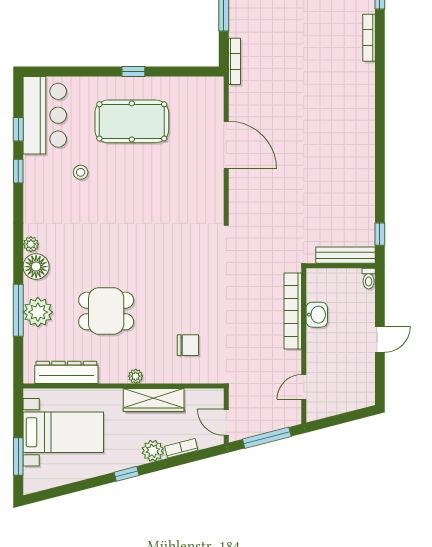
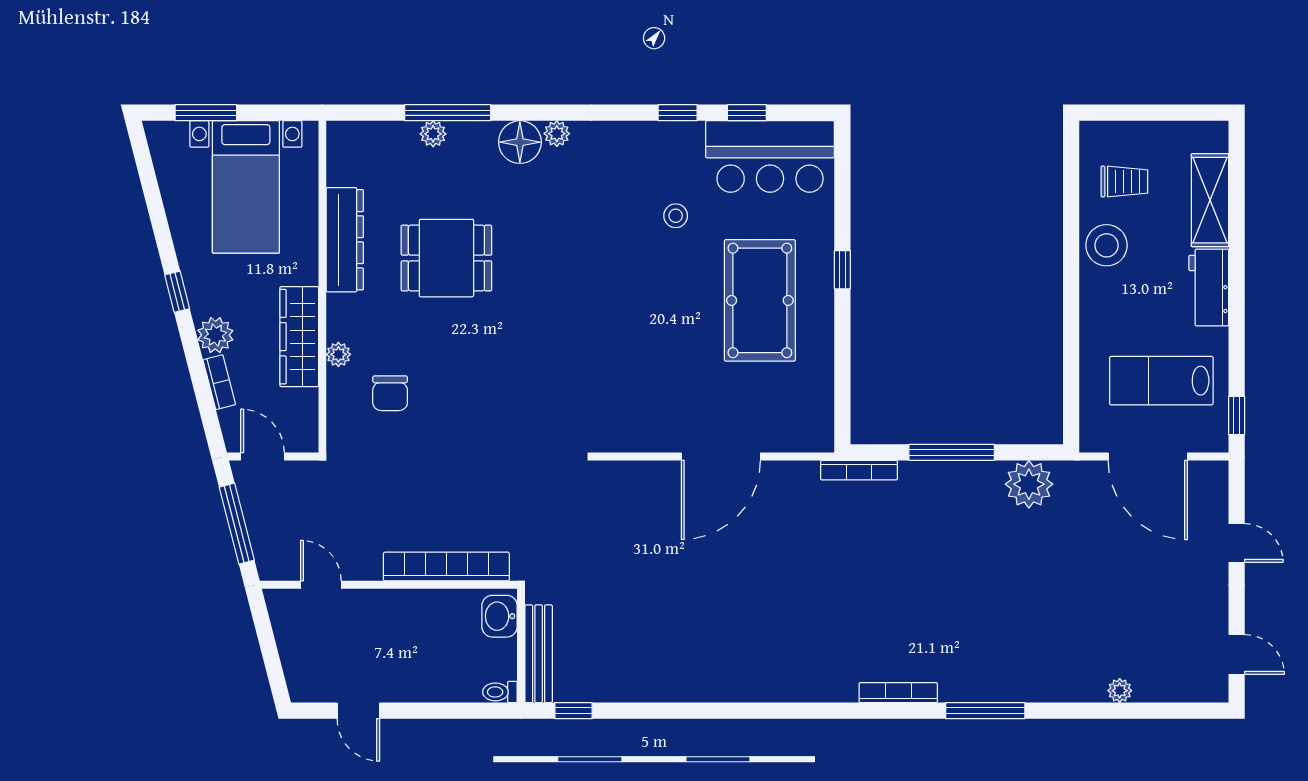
window: (133, 71) -> (842, 270), moved
dining table: (106, 311) -> (446, 258), turned 90
plant: (38, 312) -> (433, 134), width x0.53, depth x0.53
washbasin: (317, 315) -> (500, 616), moved, turned 90
door: (380, 339) -> (358, 711), moved
dresser: (66, 372) -> (345, 240), moved
plant: (136, 376) -> (338, 354), moved
door: (226, 422) -> (262, 457), hinge flipped

